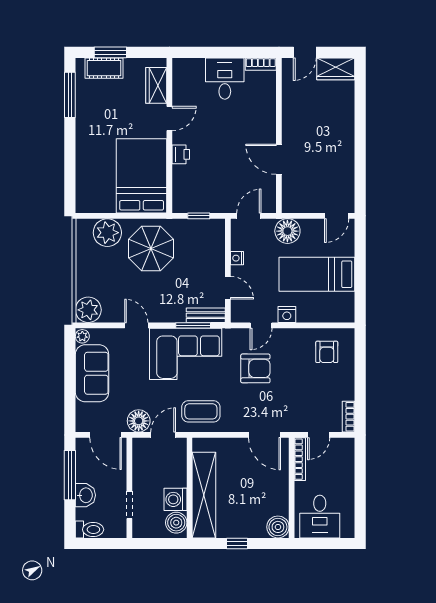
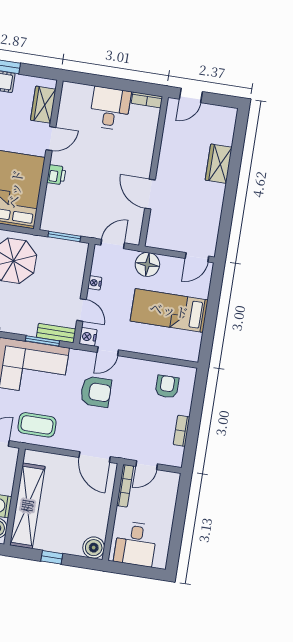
wardrobe: (336, 69) -> (219, 164), moved, turned 90
window: (199, 216) -> (64, 236), width x1.50
nightstand: (287, 315) -> (88, 337), moved, turned 90
armchair: (327, 352) -> (167, 387), turned 180
bookcase: (349, 417) -> (182, 431), moved

